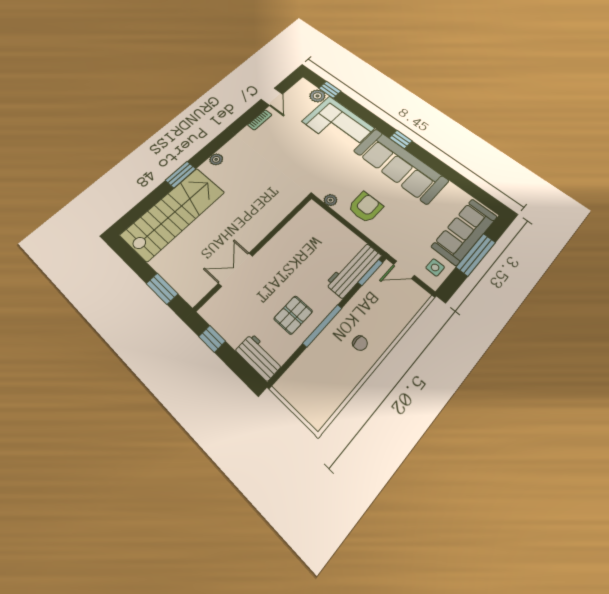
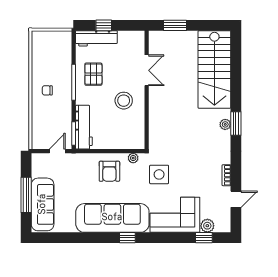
door: (272, 97) -> (236, 199), swing flipped
window: (181, 175) -> (236, 124), moved
stool: (288, 260) -> (124, 101), added
side table: (435, 267) -> (159, 174), moved, width x1.87, depth x1.87
window: (212, 339) -> (104, 25), moved
workbench: (259, 357) -> (96, 38), width x1.37

